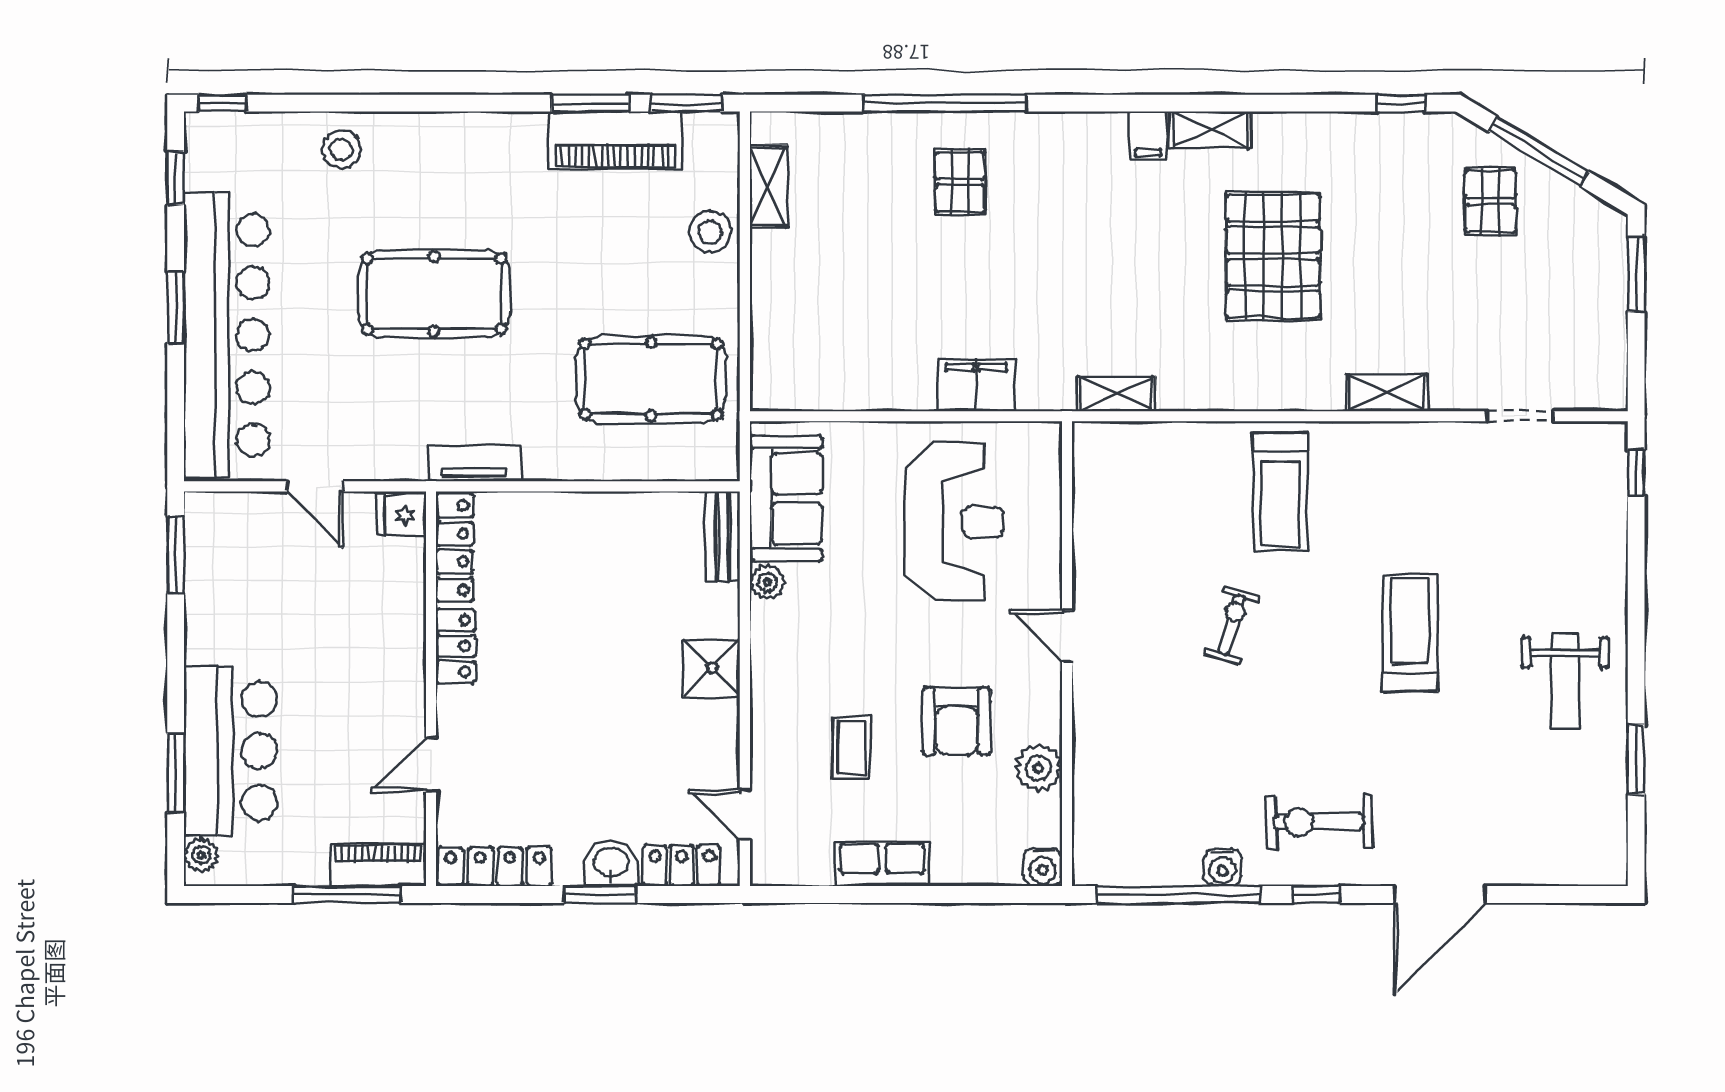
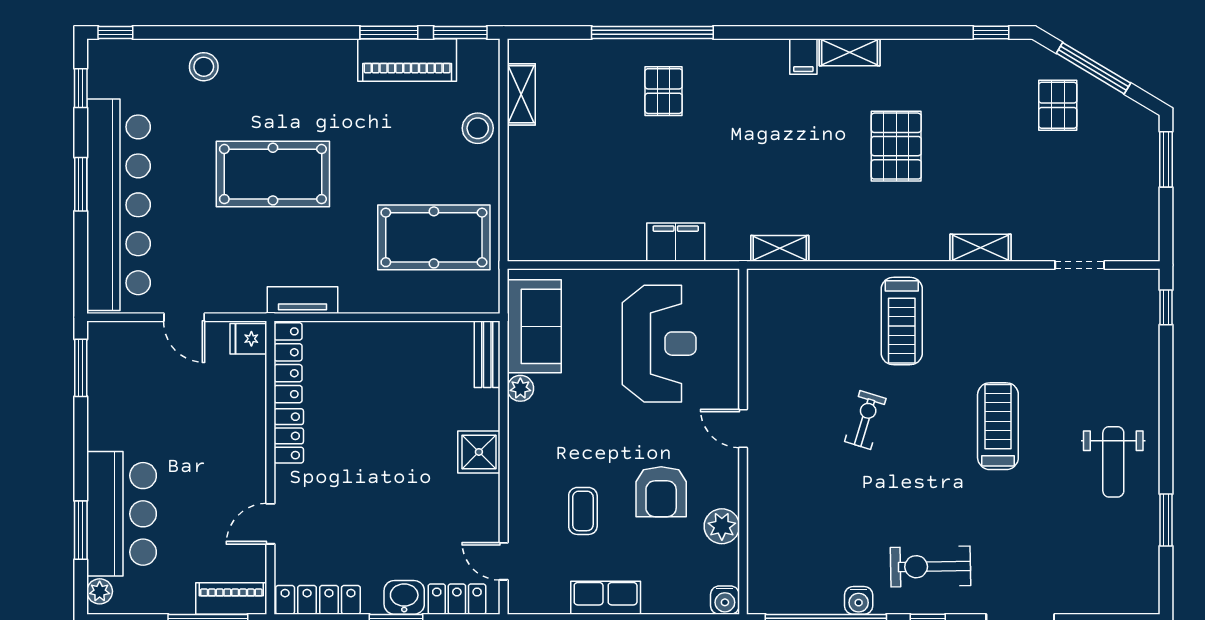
pallet: (1273, 256) -> (896, 146), width x0.73, depth x0.71

